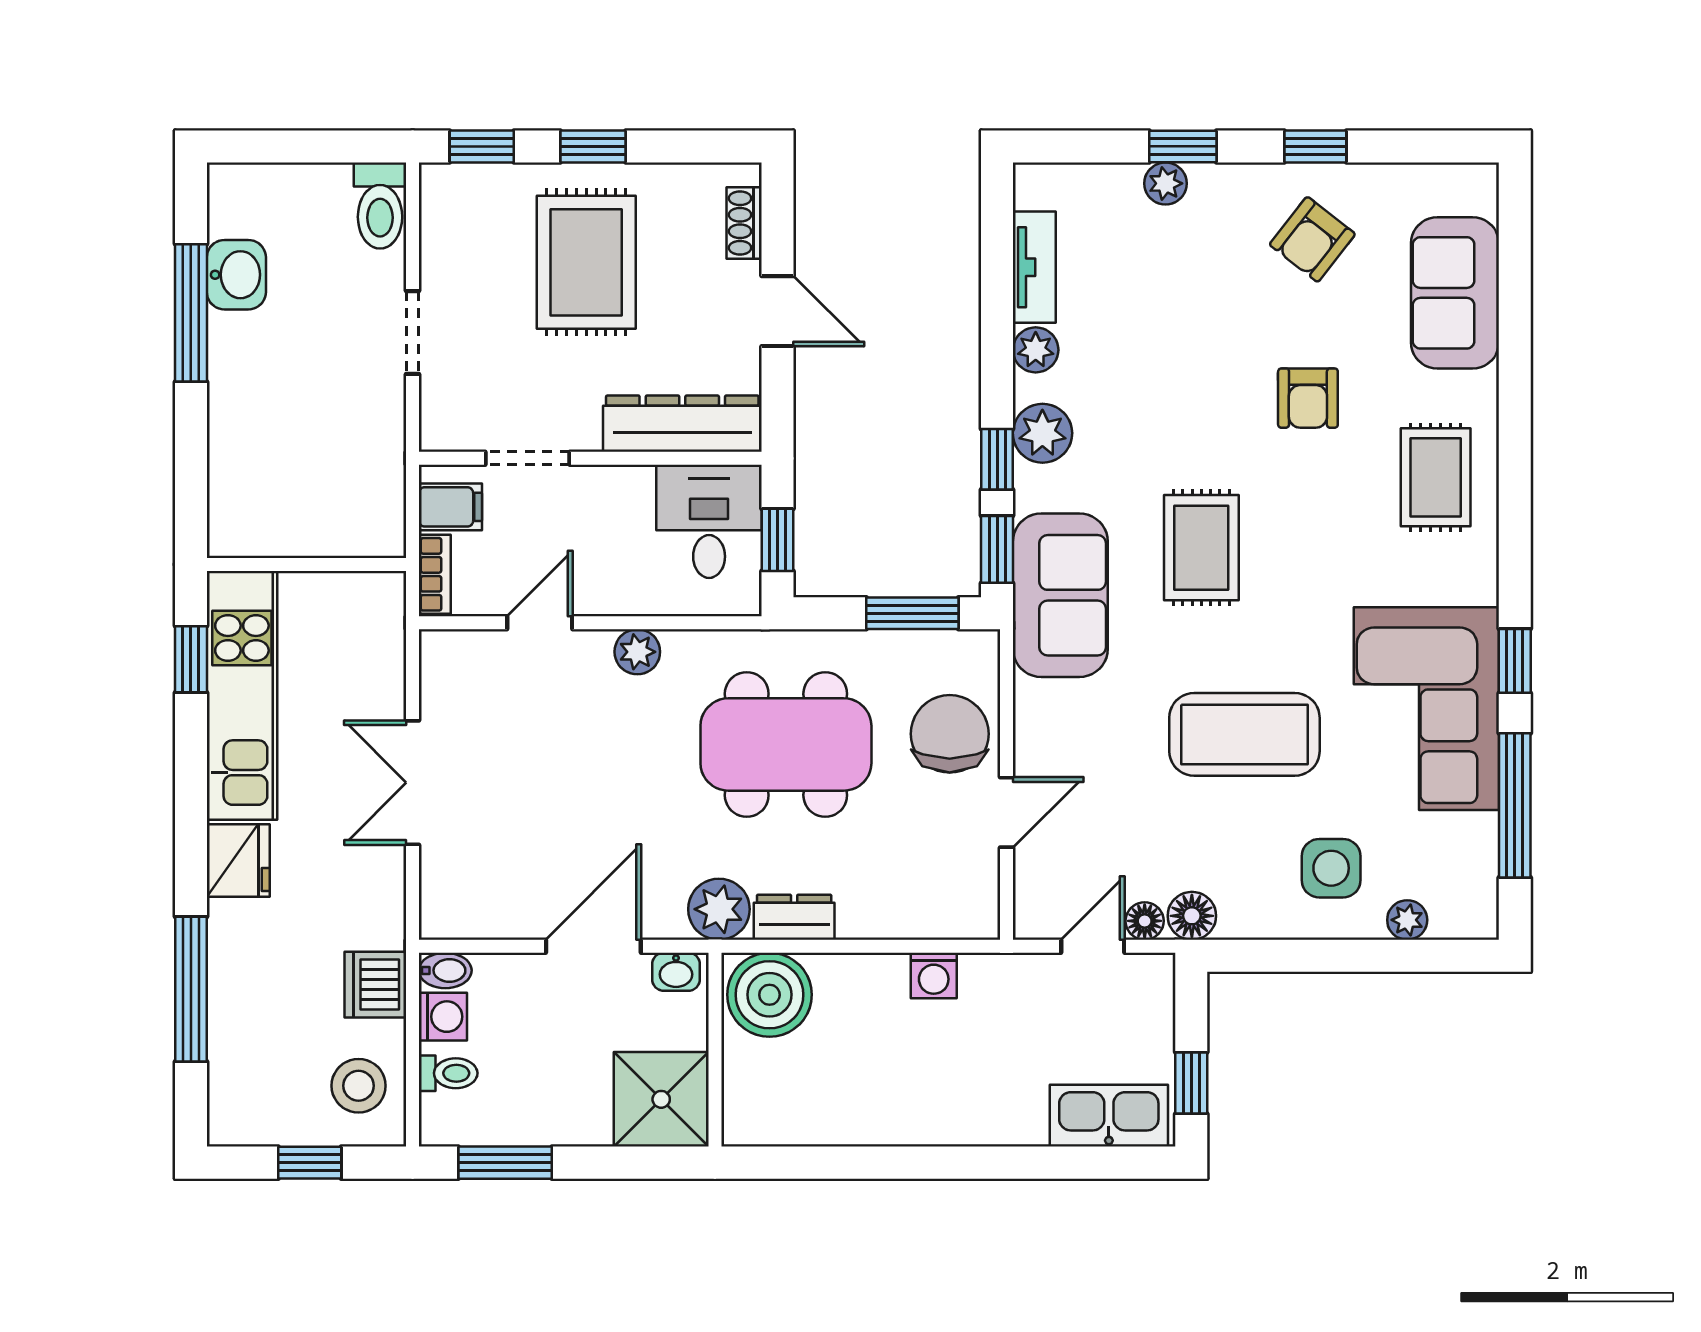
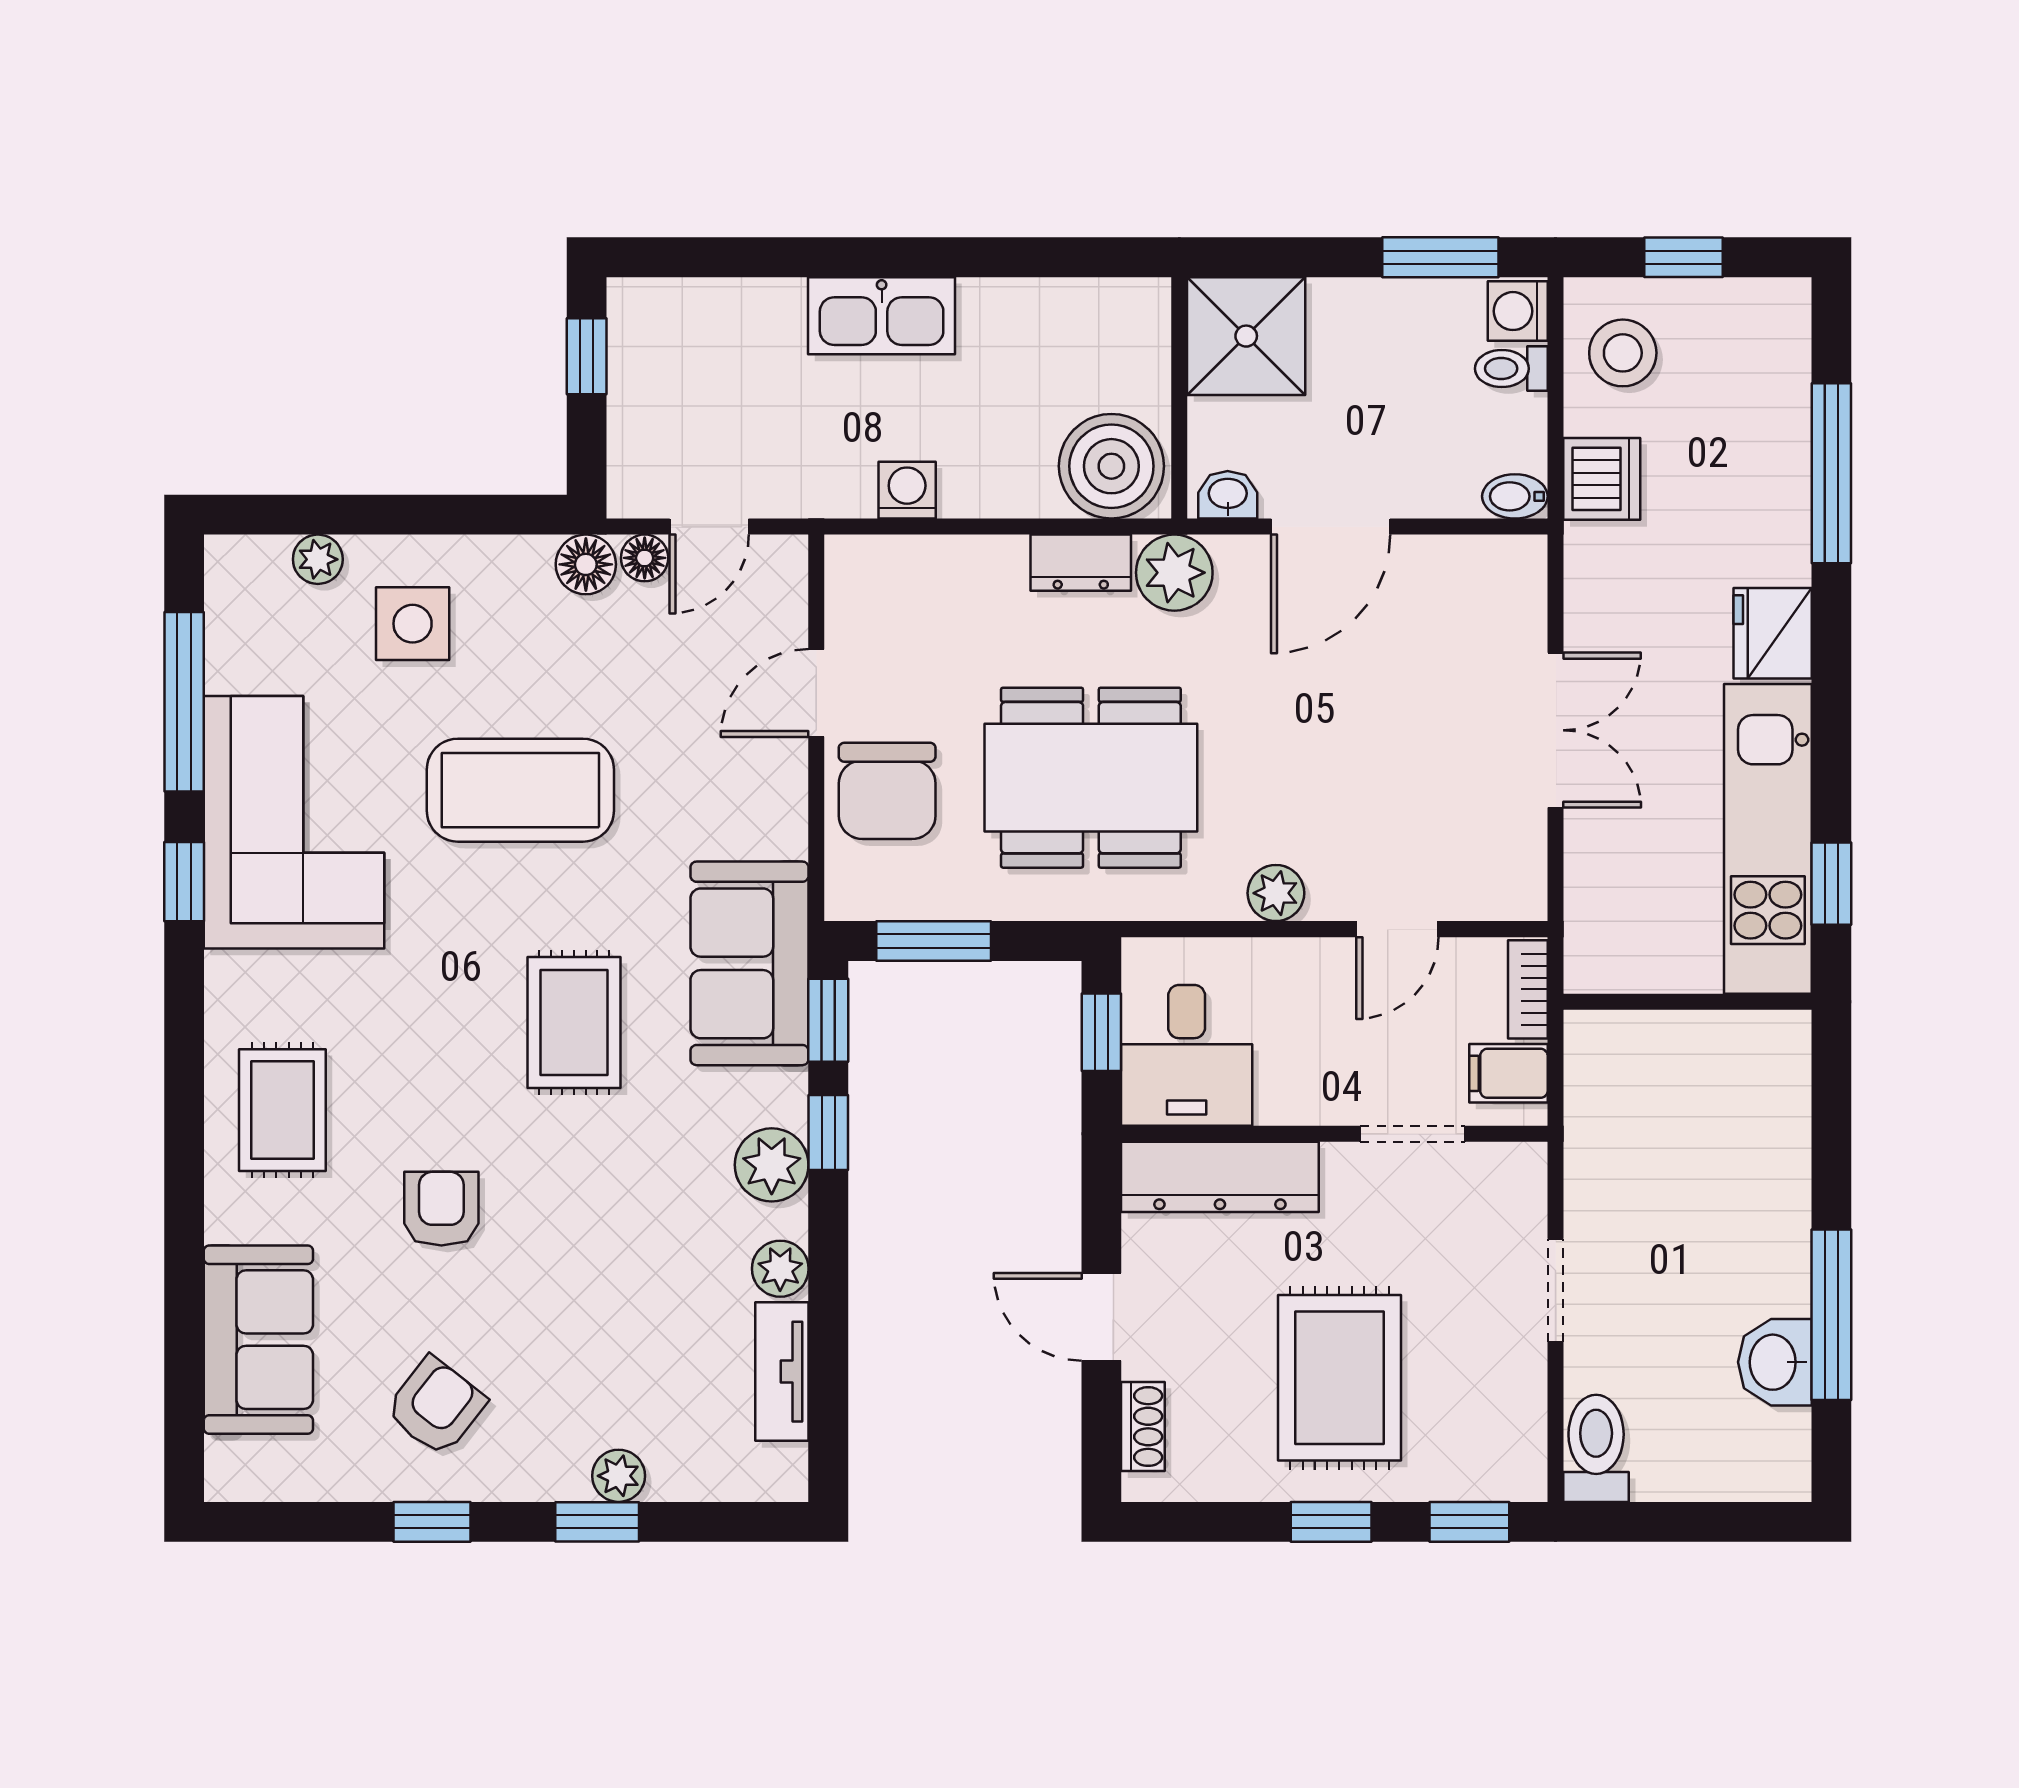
washing machine: (443, 1017) -> (1518, 311), moved
kitchen sink: (1109, 1116) -> (882, 316), moved

